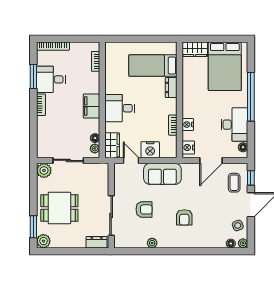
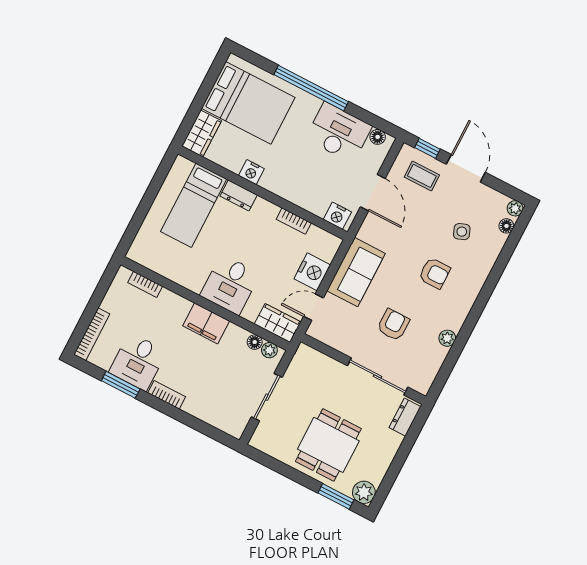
nightstand: (188, 125) -> (251, 172), moved
plant: (44, 170) -> (263, 439), removed
side table: (238, 225) -> (462, 232), moved

